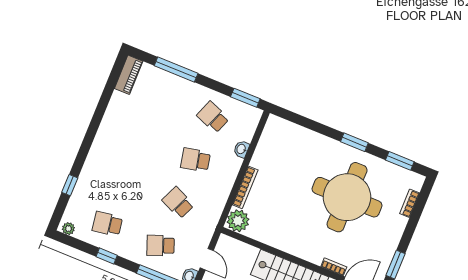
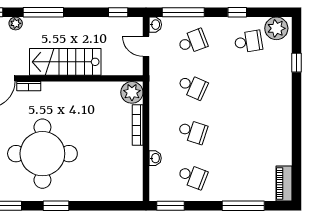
school desk: (195, 160) -> (193, 132), turned 30
plant: (68, 229) -> (276, 28), width x1.87, depth x1.87

